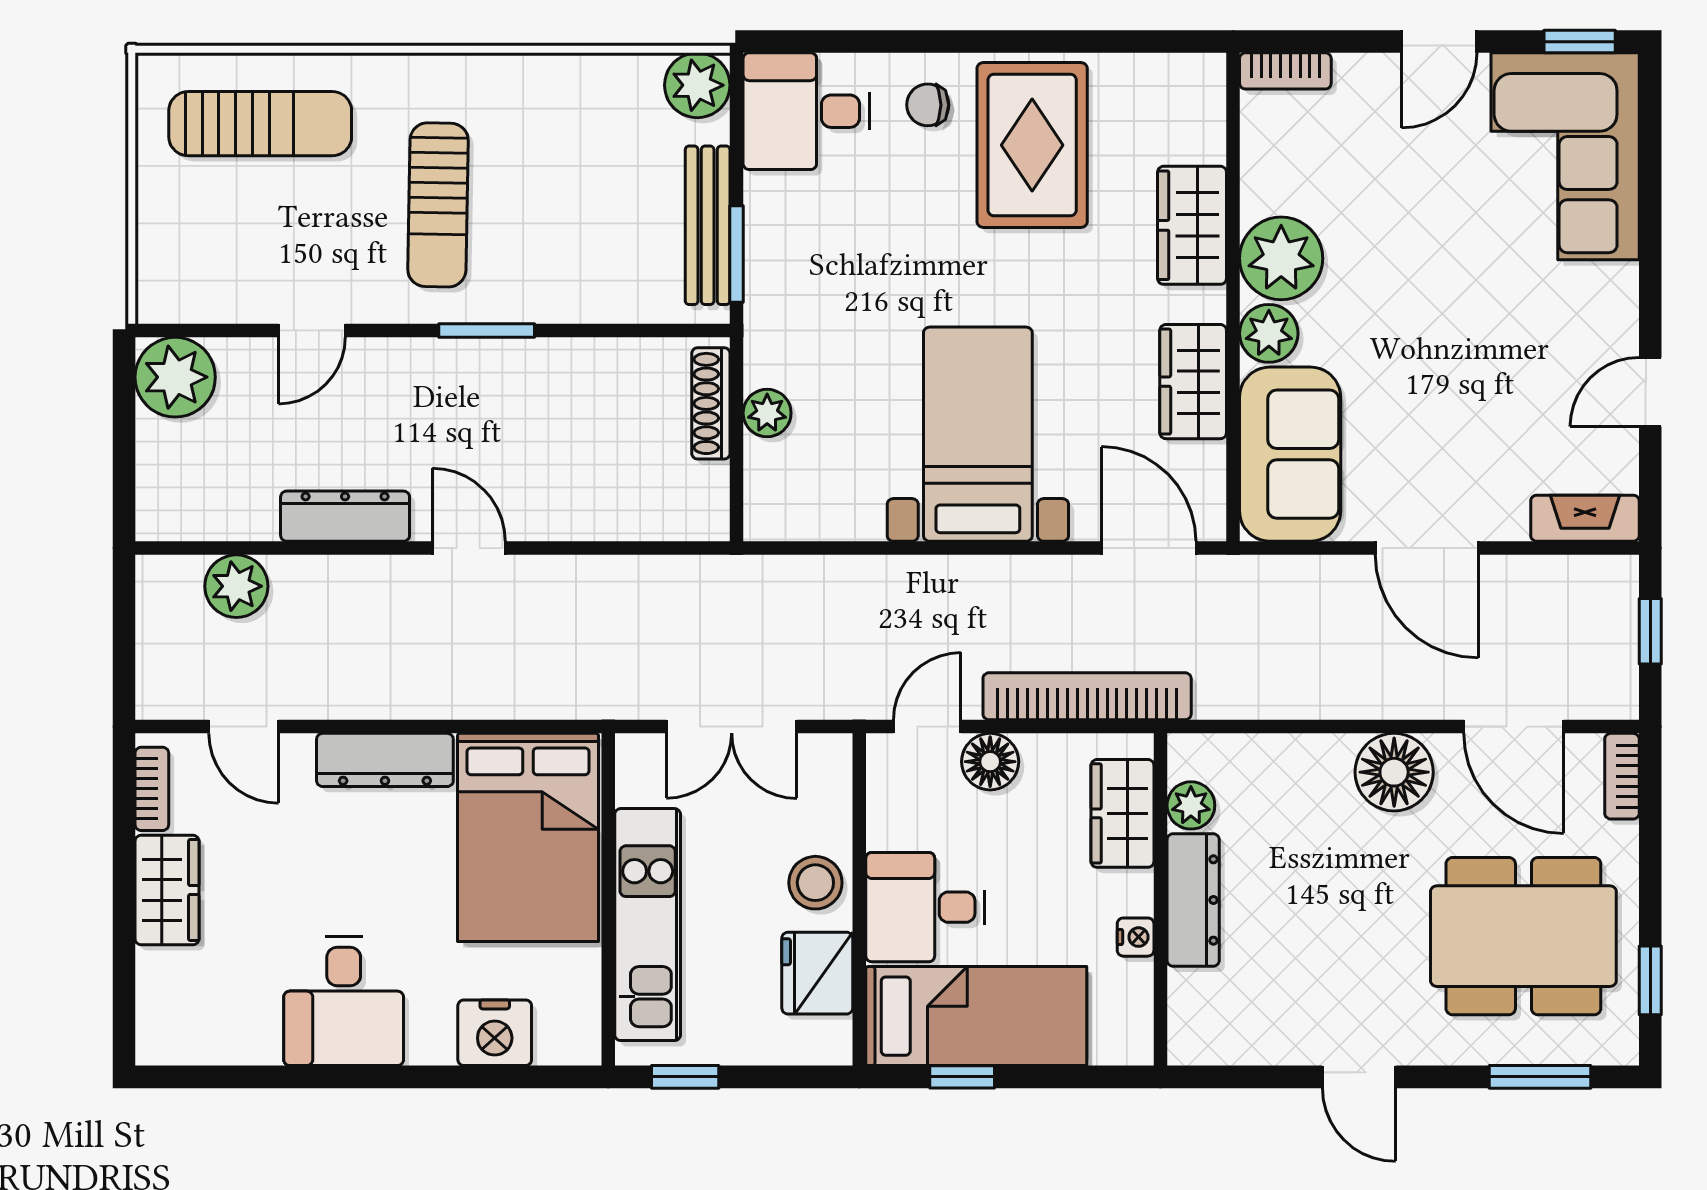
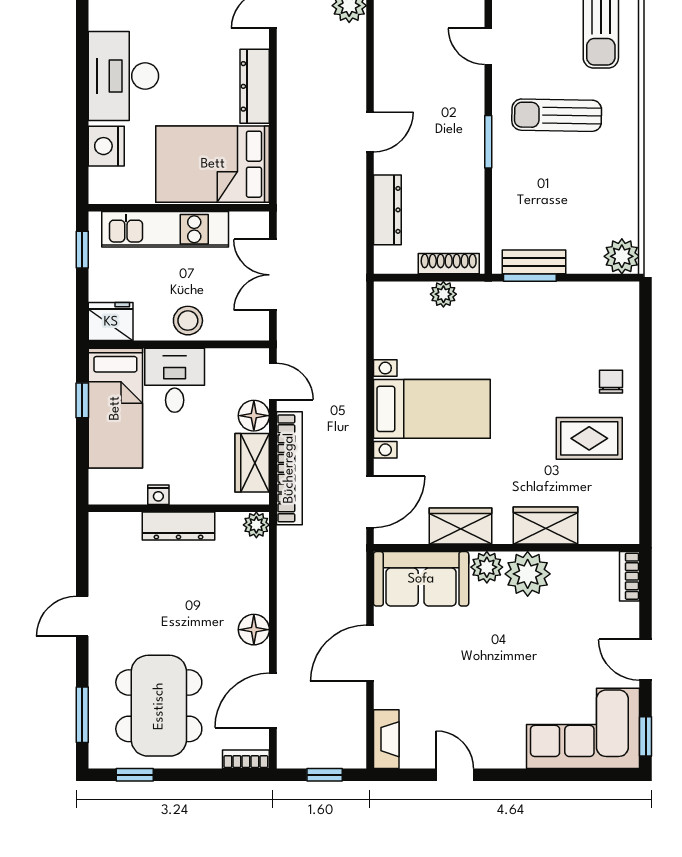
desk: (806, 111) -> (608, 316), removed
rug: (1032, 145) -> (589, 438), width x0.73, depth x0.70
bench: (708, 225) -> (534, 262), width x0.73
dresser: (345, 516) -> (387, 210), moved
floor lamp: (1394, 772) -> (254, 630), width x0.73, depth x0.73
plant: (1191, 805) -> (256, 525), moved
wardrobe: (1122, 813) -> (252, 463), moved, turned -90
fridge: (817, 973) -> (111, 322), moved
desk: (344, 1001) -> (123, 76), width x1.37

